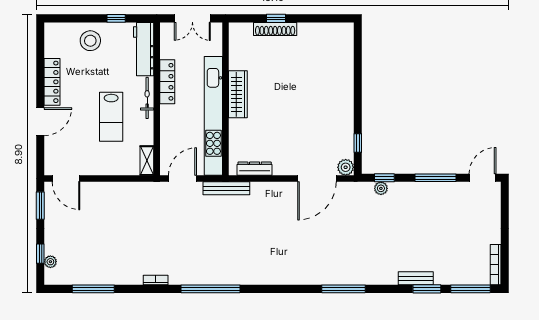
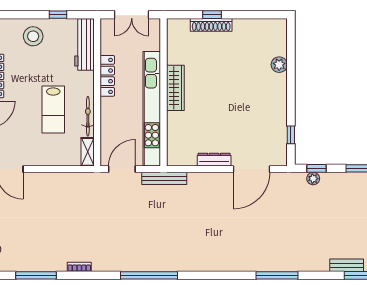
bicycle: (147, 98) -> (88, 116), moved
plant: (346, 167) -> (279, 65), moved
dresser: (255, 169) -> (214, 160), moved
bookcase: (156, 280) -> (79, 267), moved

